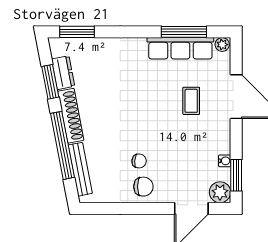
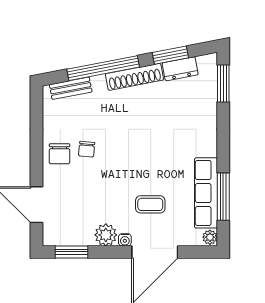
water cooler: (225, 161) -> (125, 240), moved
bench: (80, 169) -> (71, 88), width x0.73
plant: (220, 192) -> (106, 235), moved

